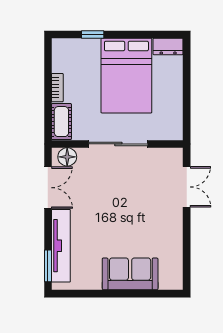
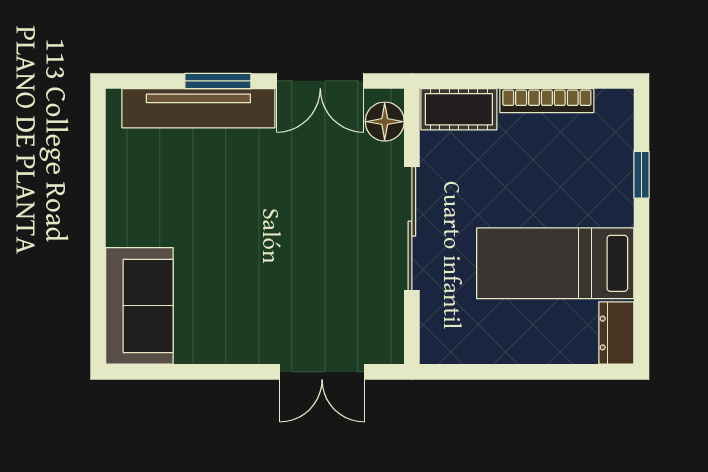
bed: (126, 76) -> (555, 263), width x0.67
bookcase: (57, 88) -> (547, 101), width x1.56
window: (48, 266) -> (218, 81), moved
sofa: (130, 274) -> (139, 306), moved

